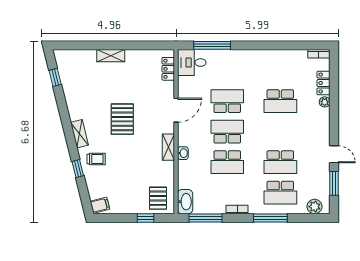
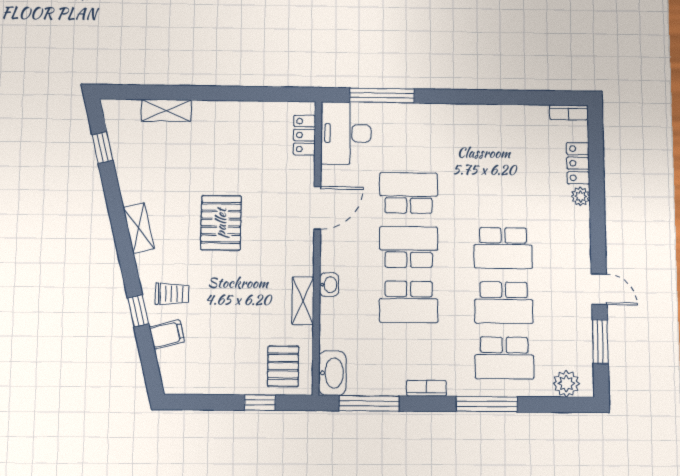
shelving: (111, 56) -> (166, 110), moved
desk: (192, 63) -> (346, 133), width x1.37
school desk: (280, 101) -> (503, 248), moved
shelving: (79, 134) -> (139, 228), moved
shelving: (168, 147) -> (303, 301), moved
filing cabinet: (100, 205) -> (167, 334), moved

